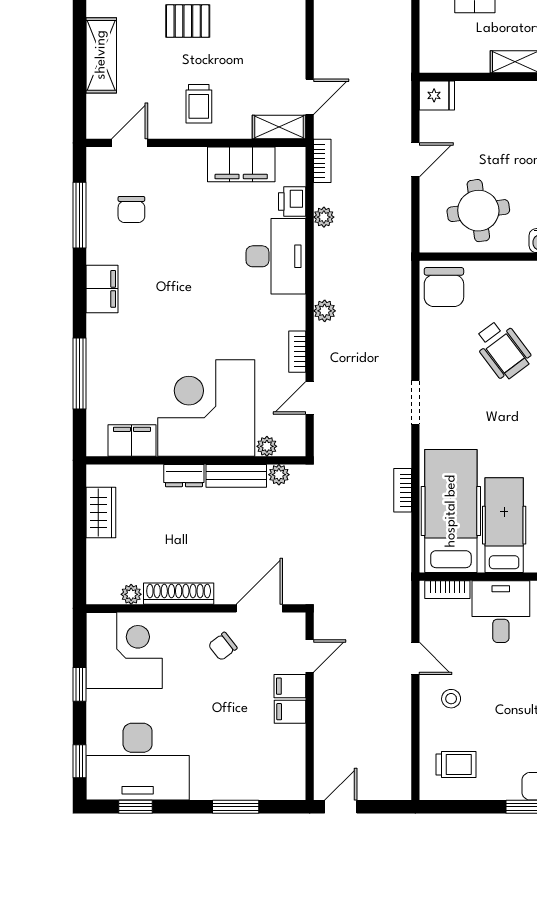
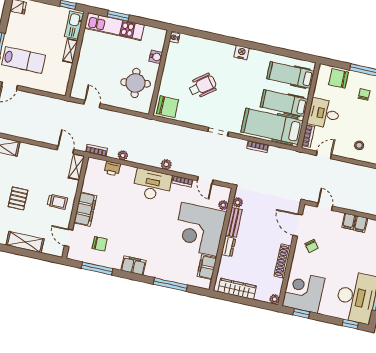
fridge: (437, 95) -> (78, 90), removed
door: (415, 160) -> (92, 104), moved
filing cabinet: (241, 164) -> (85, 209), moved
desk: (276, 256) -> (152, 185), moved
wardrobe: (101, 513) -> (237, 289), width x1.50
plant: (131, 594) -> (274, 299), moved
door: (415, 658) -> (324, 155), moved
window: (79, 684) -> (301, 313), moved
filing cabinet: (290, 686) -> (361, 224), moved

